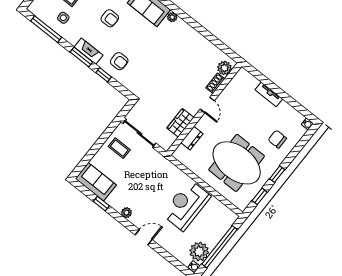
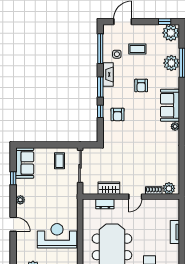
fireplace: (89, 51) -> (108, 75), moved

